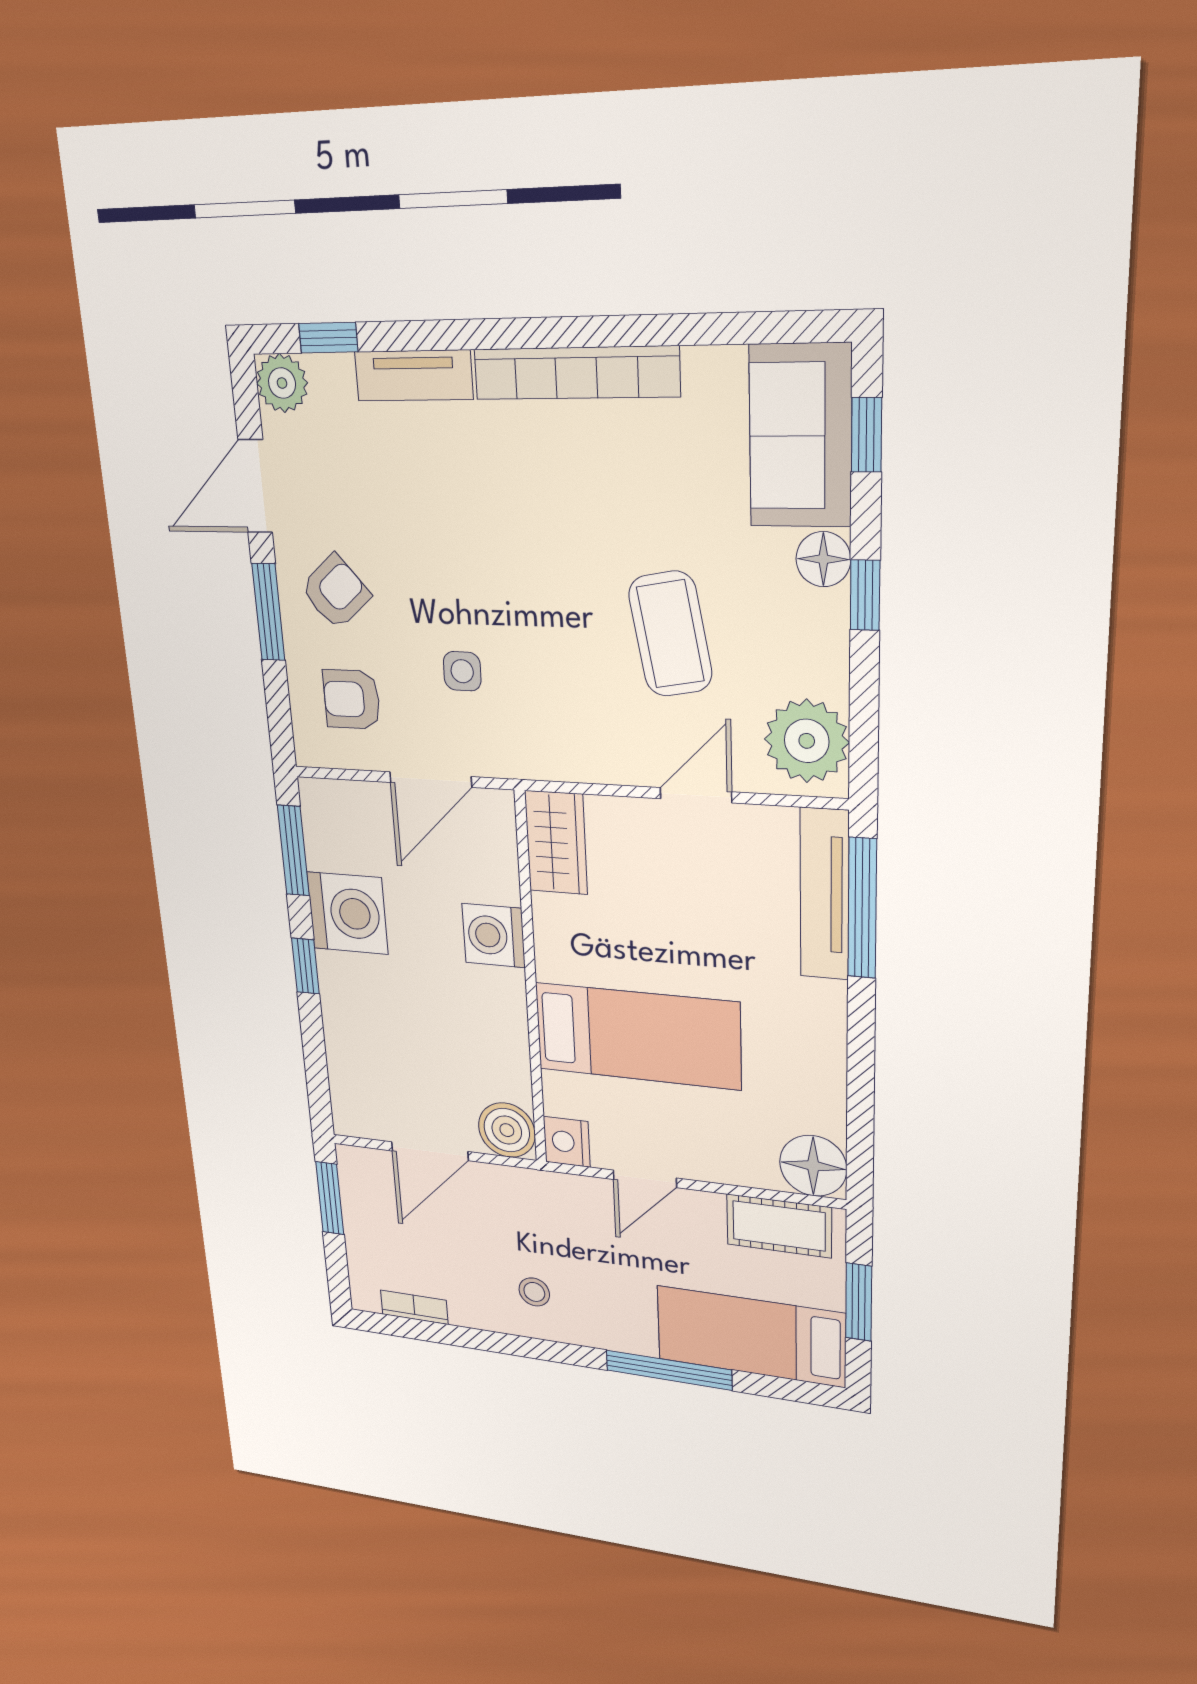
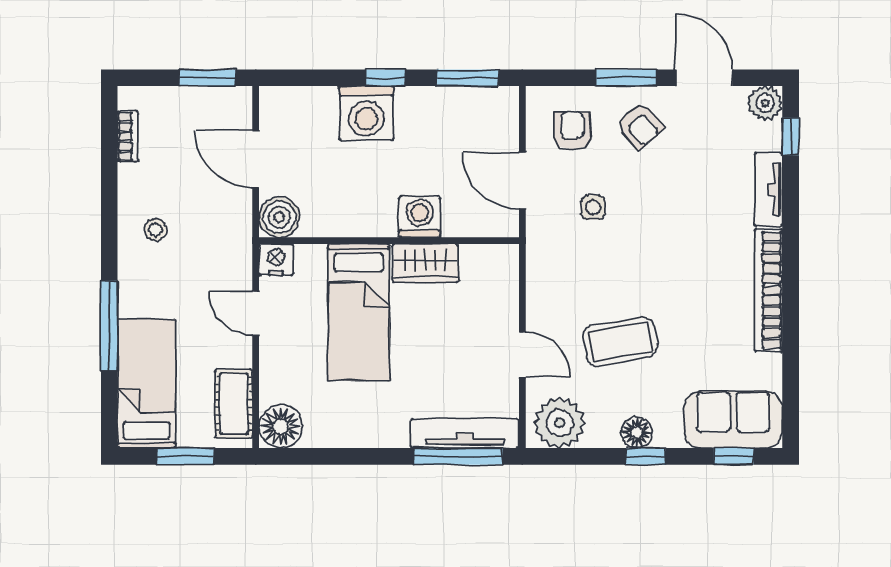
floor lamp: (823, 559) -> (637, 432), moved
wardrobe: (556, 843) -> (425, 263), moved
washing machine: (347, 913) -> (366, 113), moved

